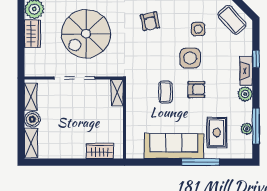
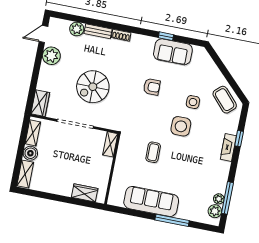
armchair: (150, 21) -> (152, 87), turned -78
wardrobe: (32, 34) -> (40, 103), moved
spiral stairs: (86, 34) -> (93, 87), width x0.73, depth x0.73
armchair: (196, 89) -> (181, 155), removed
plant: (245, 94) -> (215, 211), moved
rug: (217, 132) -> (192, 197), removed

